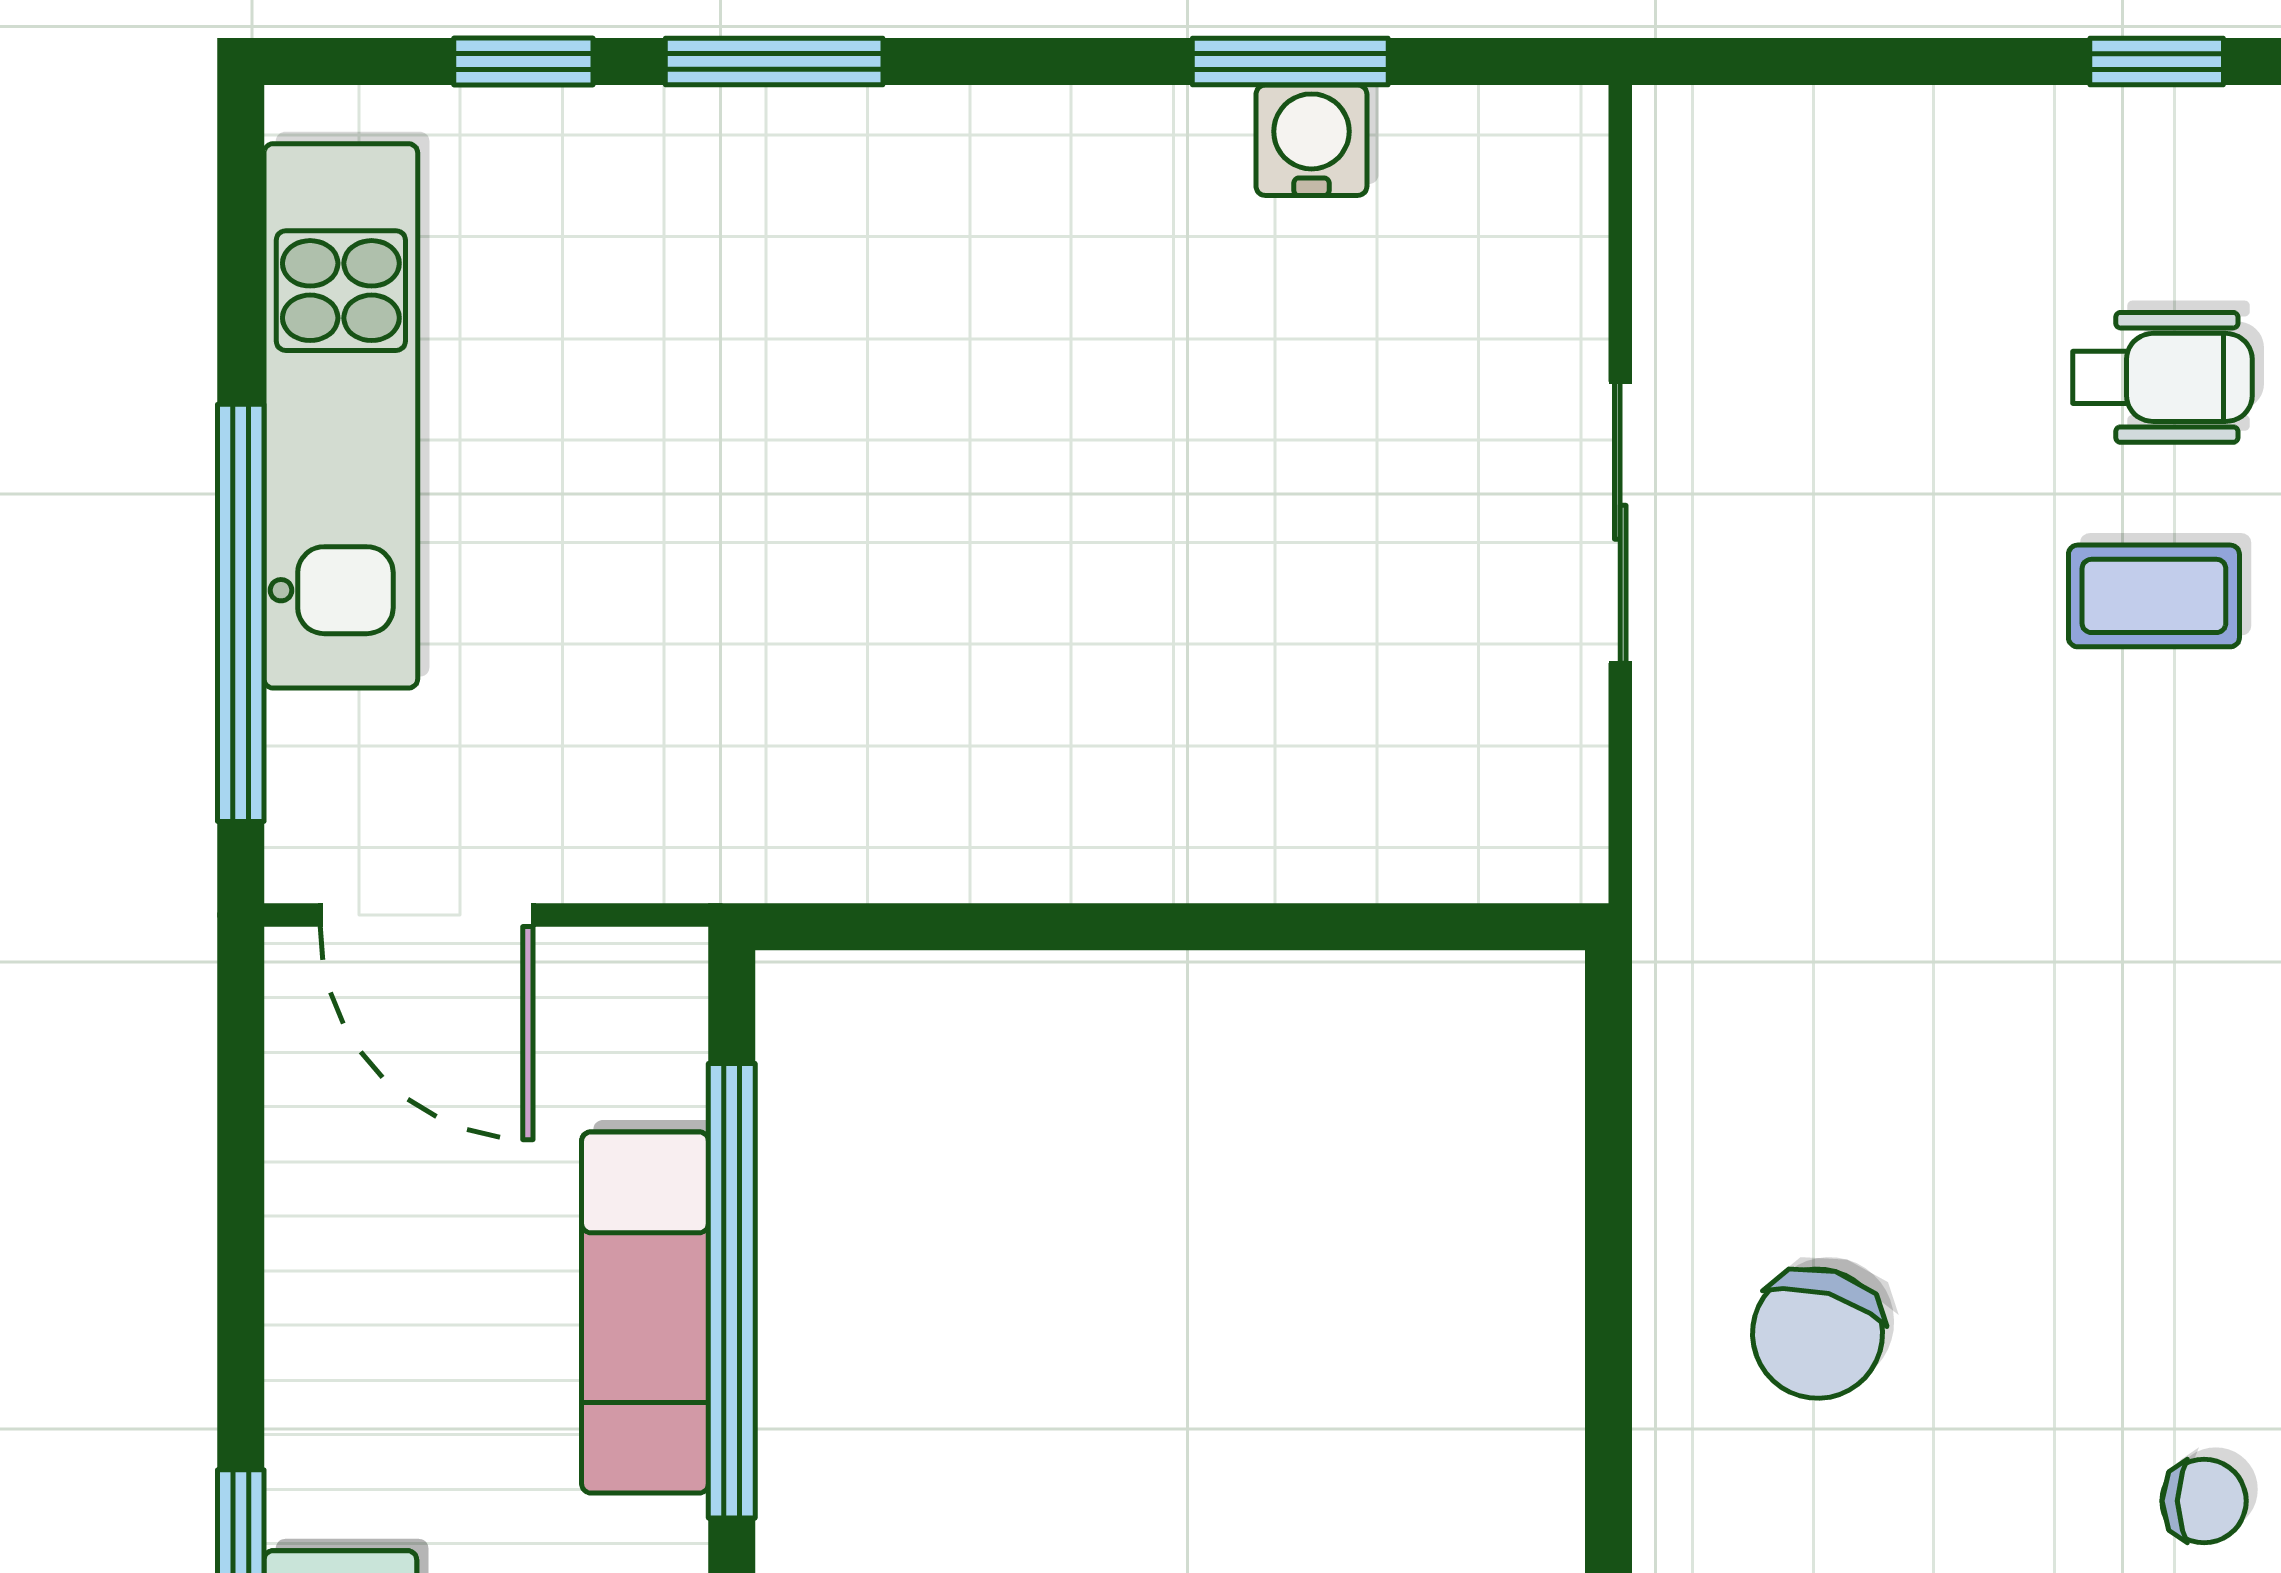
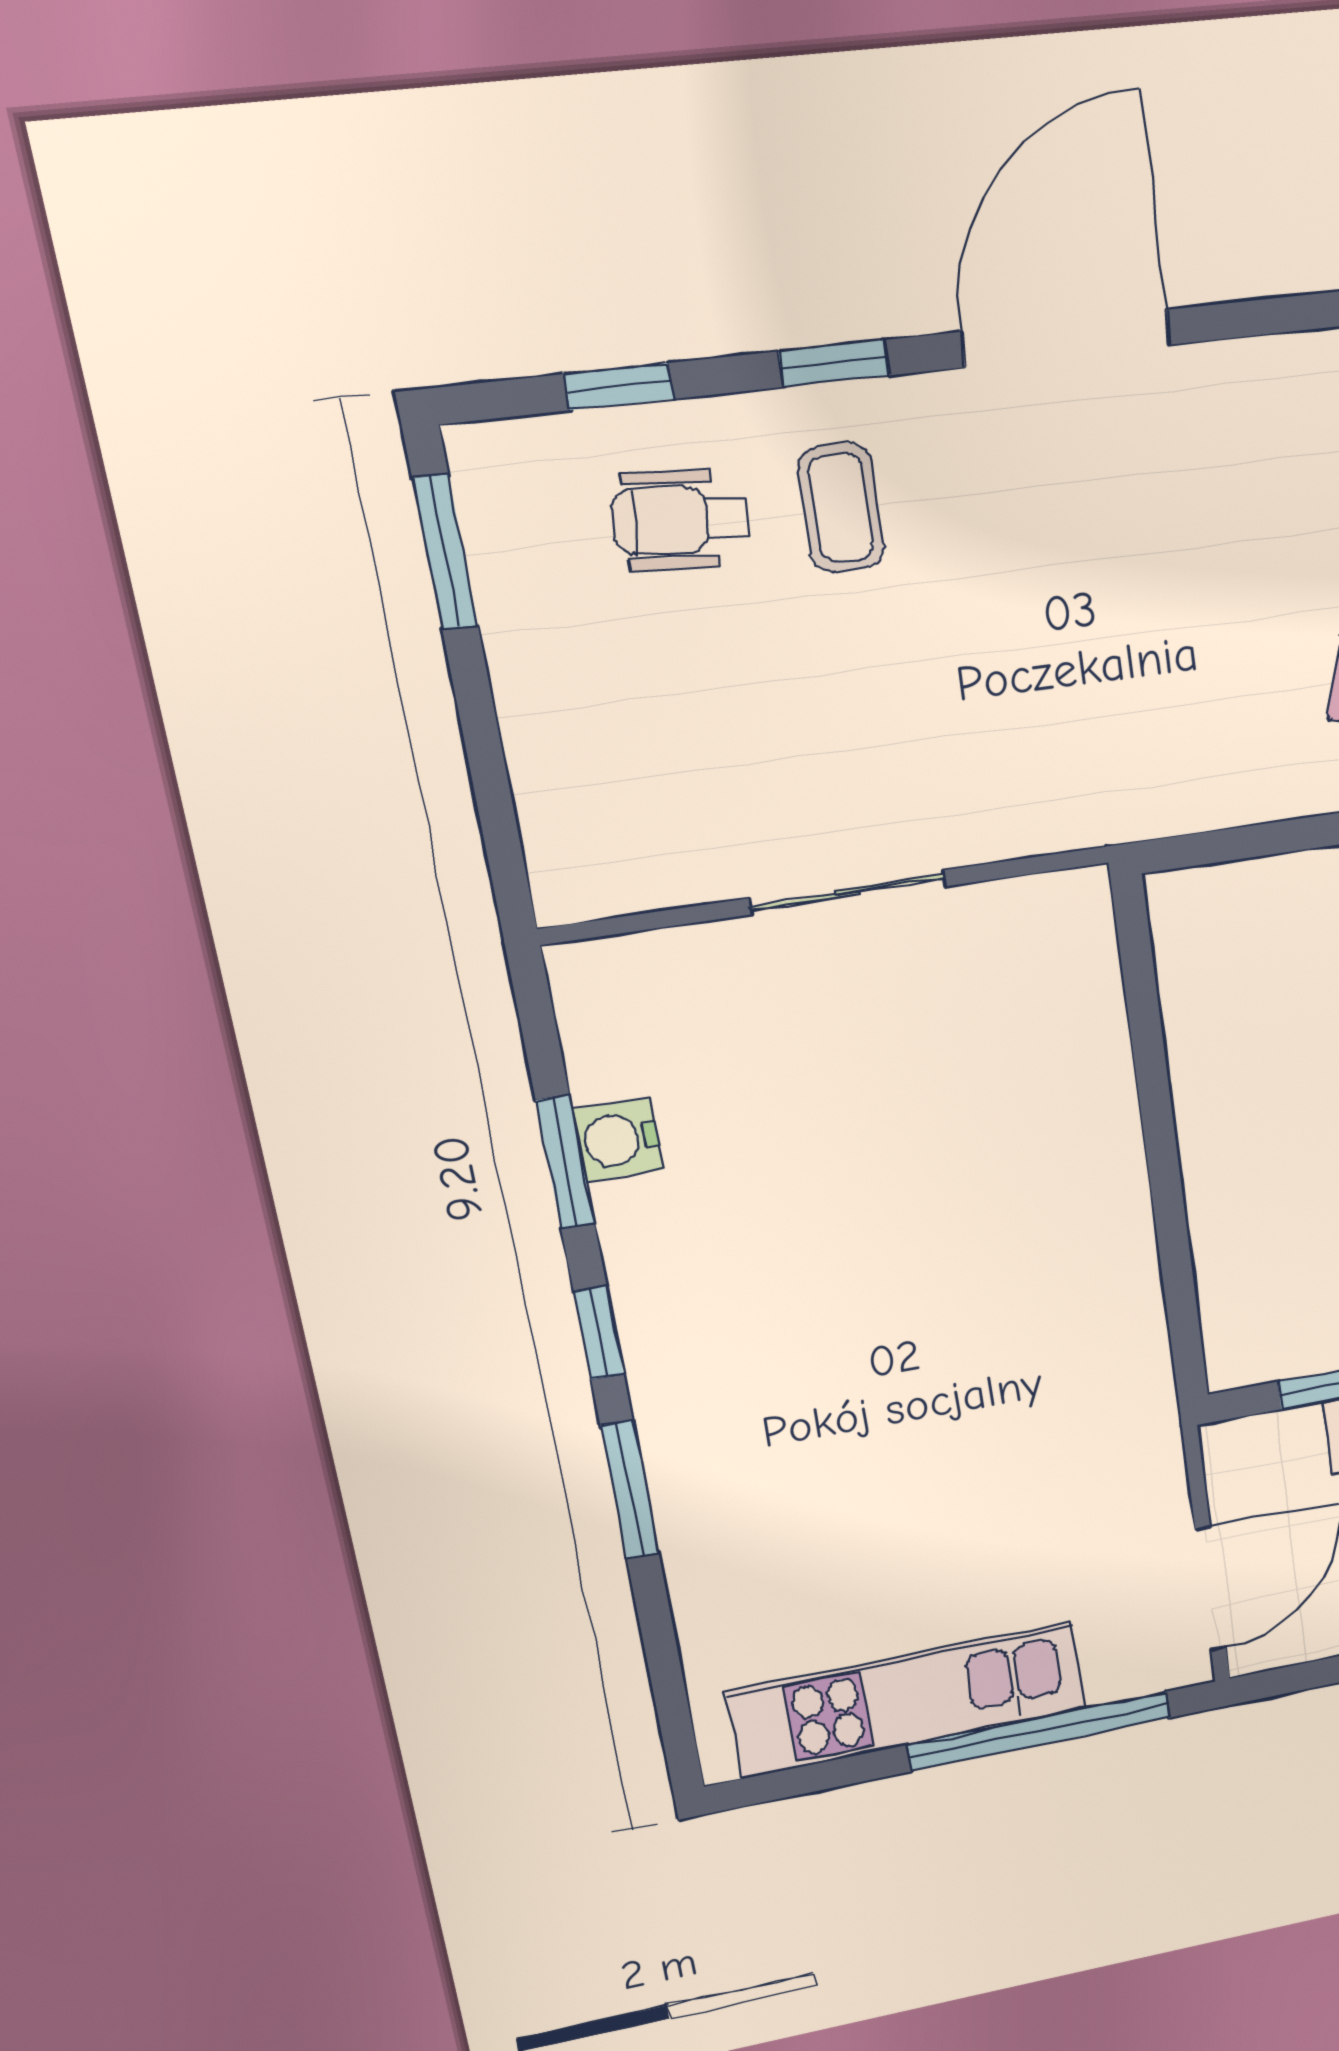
window: (523, 62) -> (599, 1333), moved
window: (2157, 62) -> (445, 552), width x1.50
wheelchair: (2162, 377) -> (681, 520), turned -86

